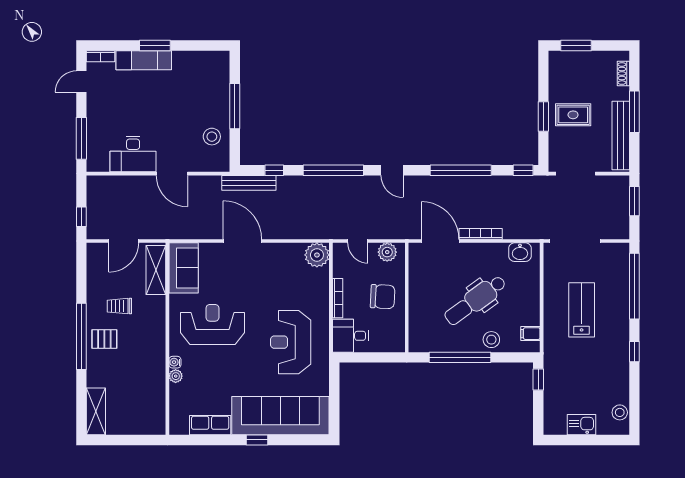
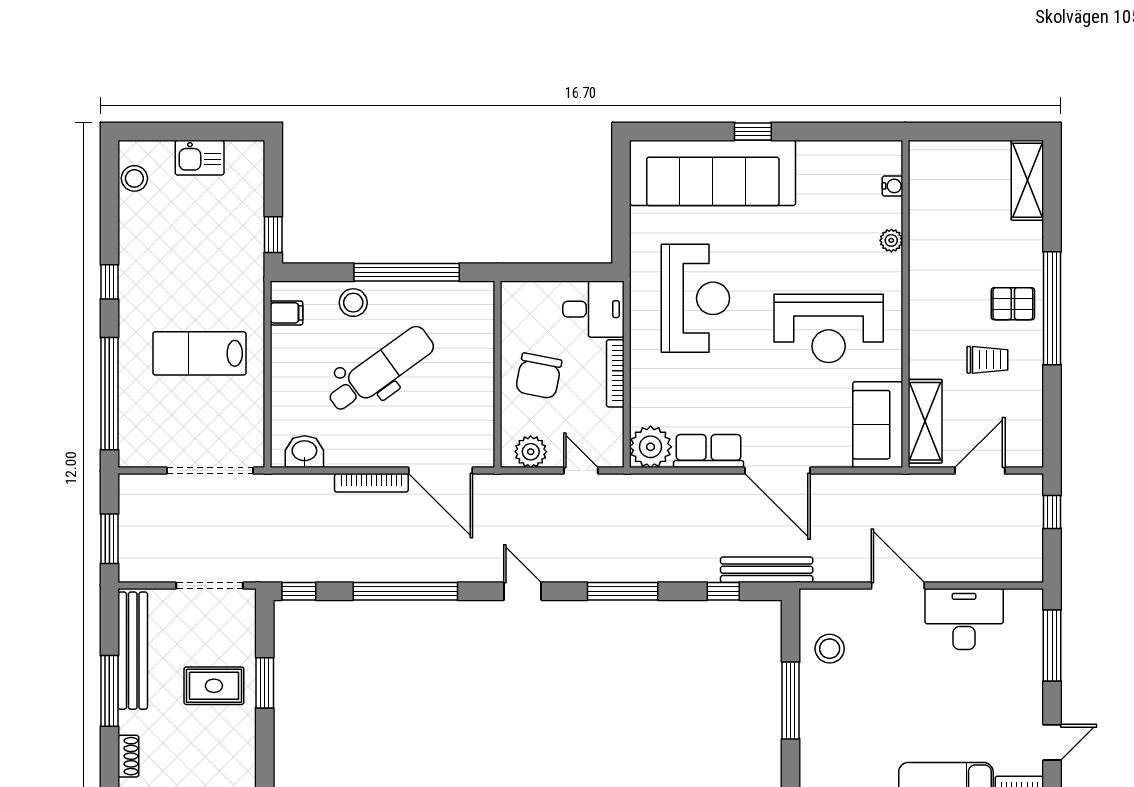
window: (333, 170) -> (623, 591), width x0.68
chair: (383, 297) -> (539, 376), turned -82
lab bench: (582, 310) -> (199, 353), turned 90
water cooler: (175, 362) -> (893, 186), moved
row of seats: (210, 425) -> (709, 451), moved, turned 180

